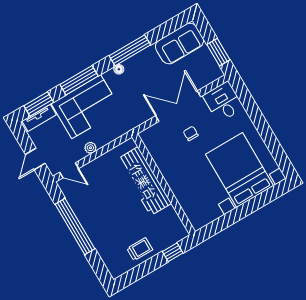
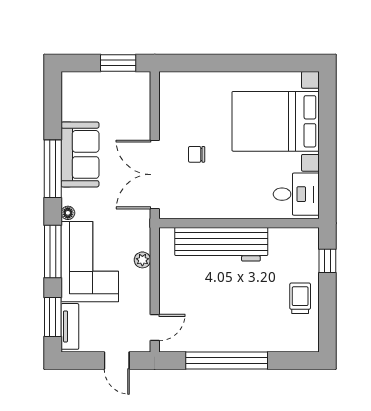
sofa: (179, 44) -> (80, 154), moved
floor lamp: (119, 69) -> (68, 213), moved
desk: (223, 102) -> (296, 194), moved, turned 180
double door: (178, 106) -> (155, 175), moved
plant: (90, 148) -> (142, 260), moved

